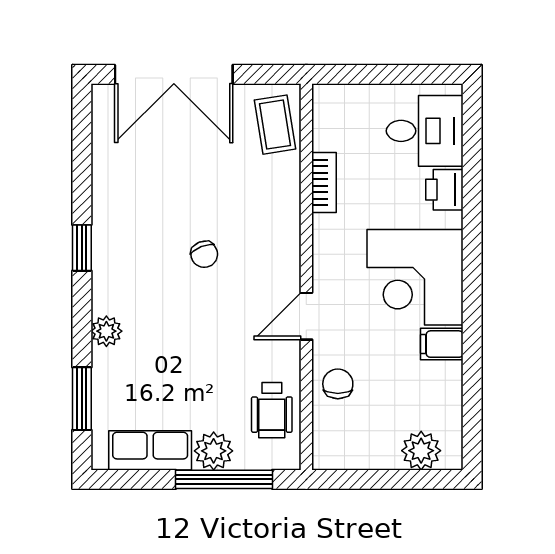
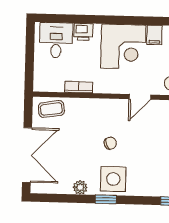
side table: (127, 263) -> (113, 179), added
door: (306, 316) -> (140, 97), hinge flipped
plant: (106, 331) -> (80, 187), moved

